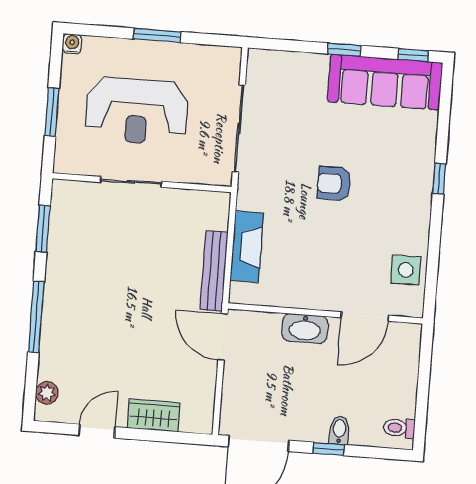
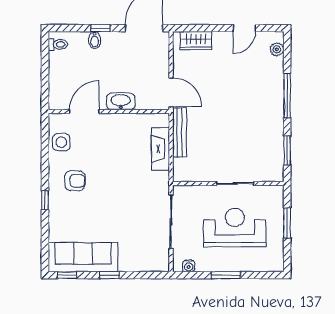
water cooler: (72, 44) -> (189, 266), moved
armchair: (334, 184) -> (75, 181), moved
wardrobe: (154, 415) -> (196, 40), moved

